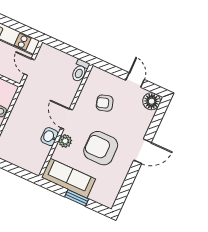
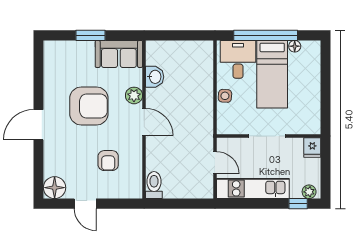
armchair: (105, 103) -> (108, 161), turned 107
washbasin: (49, 137) -> (155, 77), moved
sofa: (69, 178) -> (119, 54), width x0.73

